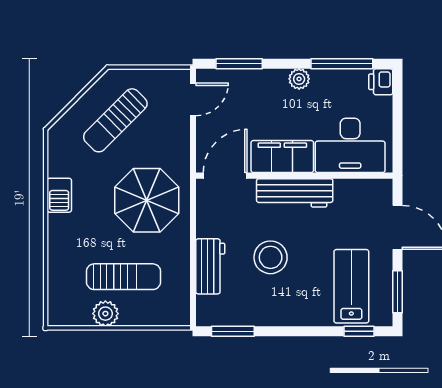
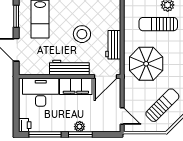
window: (239, 64) -> (80, 134), moved
plant: (299, 79) -> (80, 127), moved
door: (193, 99) -> (122, 116), swing flipped
workbench: (210, 266) -> (113, 45), moved

